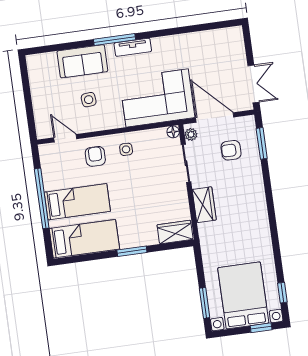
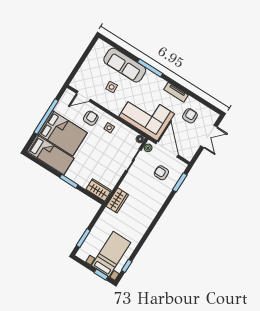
tv unit: (133, 47) -> (176, 92), moved
armchair: (208, 56) -> (190, 116), added
sofa: (82, 61) -> (125, 65), width x1.36
double door: (253, 84) -> (209, 136), moved
door: (65, 138) -> (83, 96), swing flipped
bed: (77, 202) -> (63, 133), width x1.50
wardrobe: (204, 205) -> (117, 200), moved
bed with nightstands: (243, 295) -> (111, 254), width x0.73

